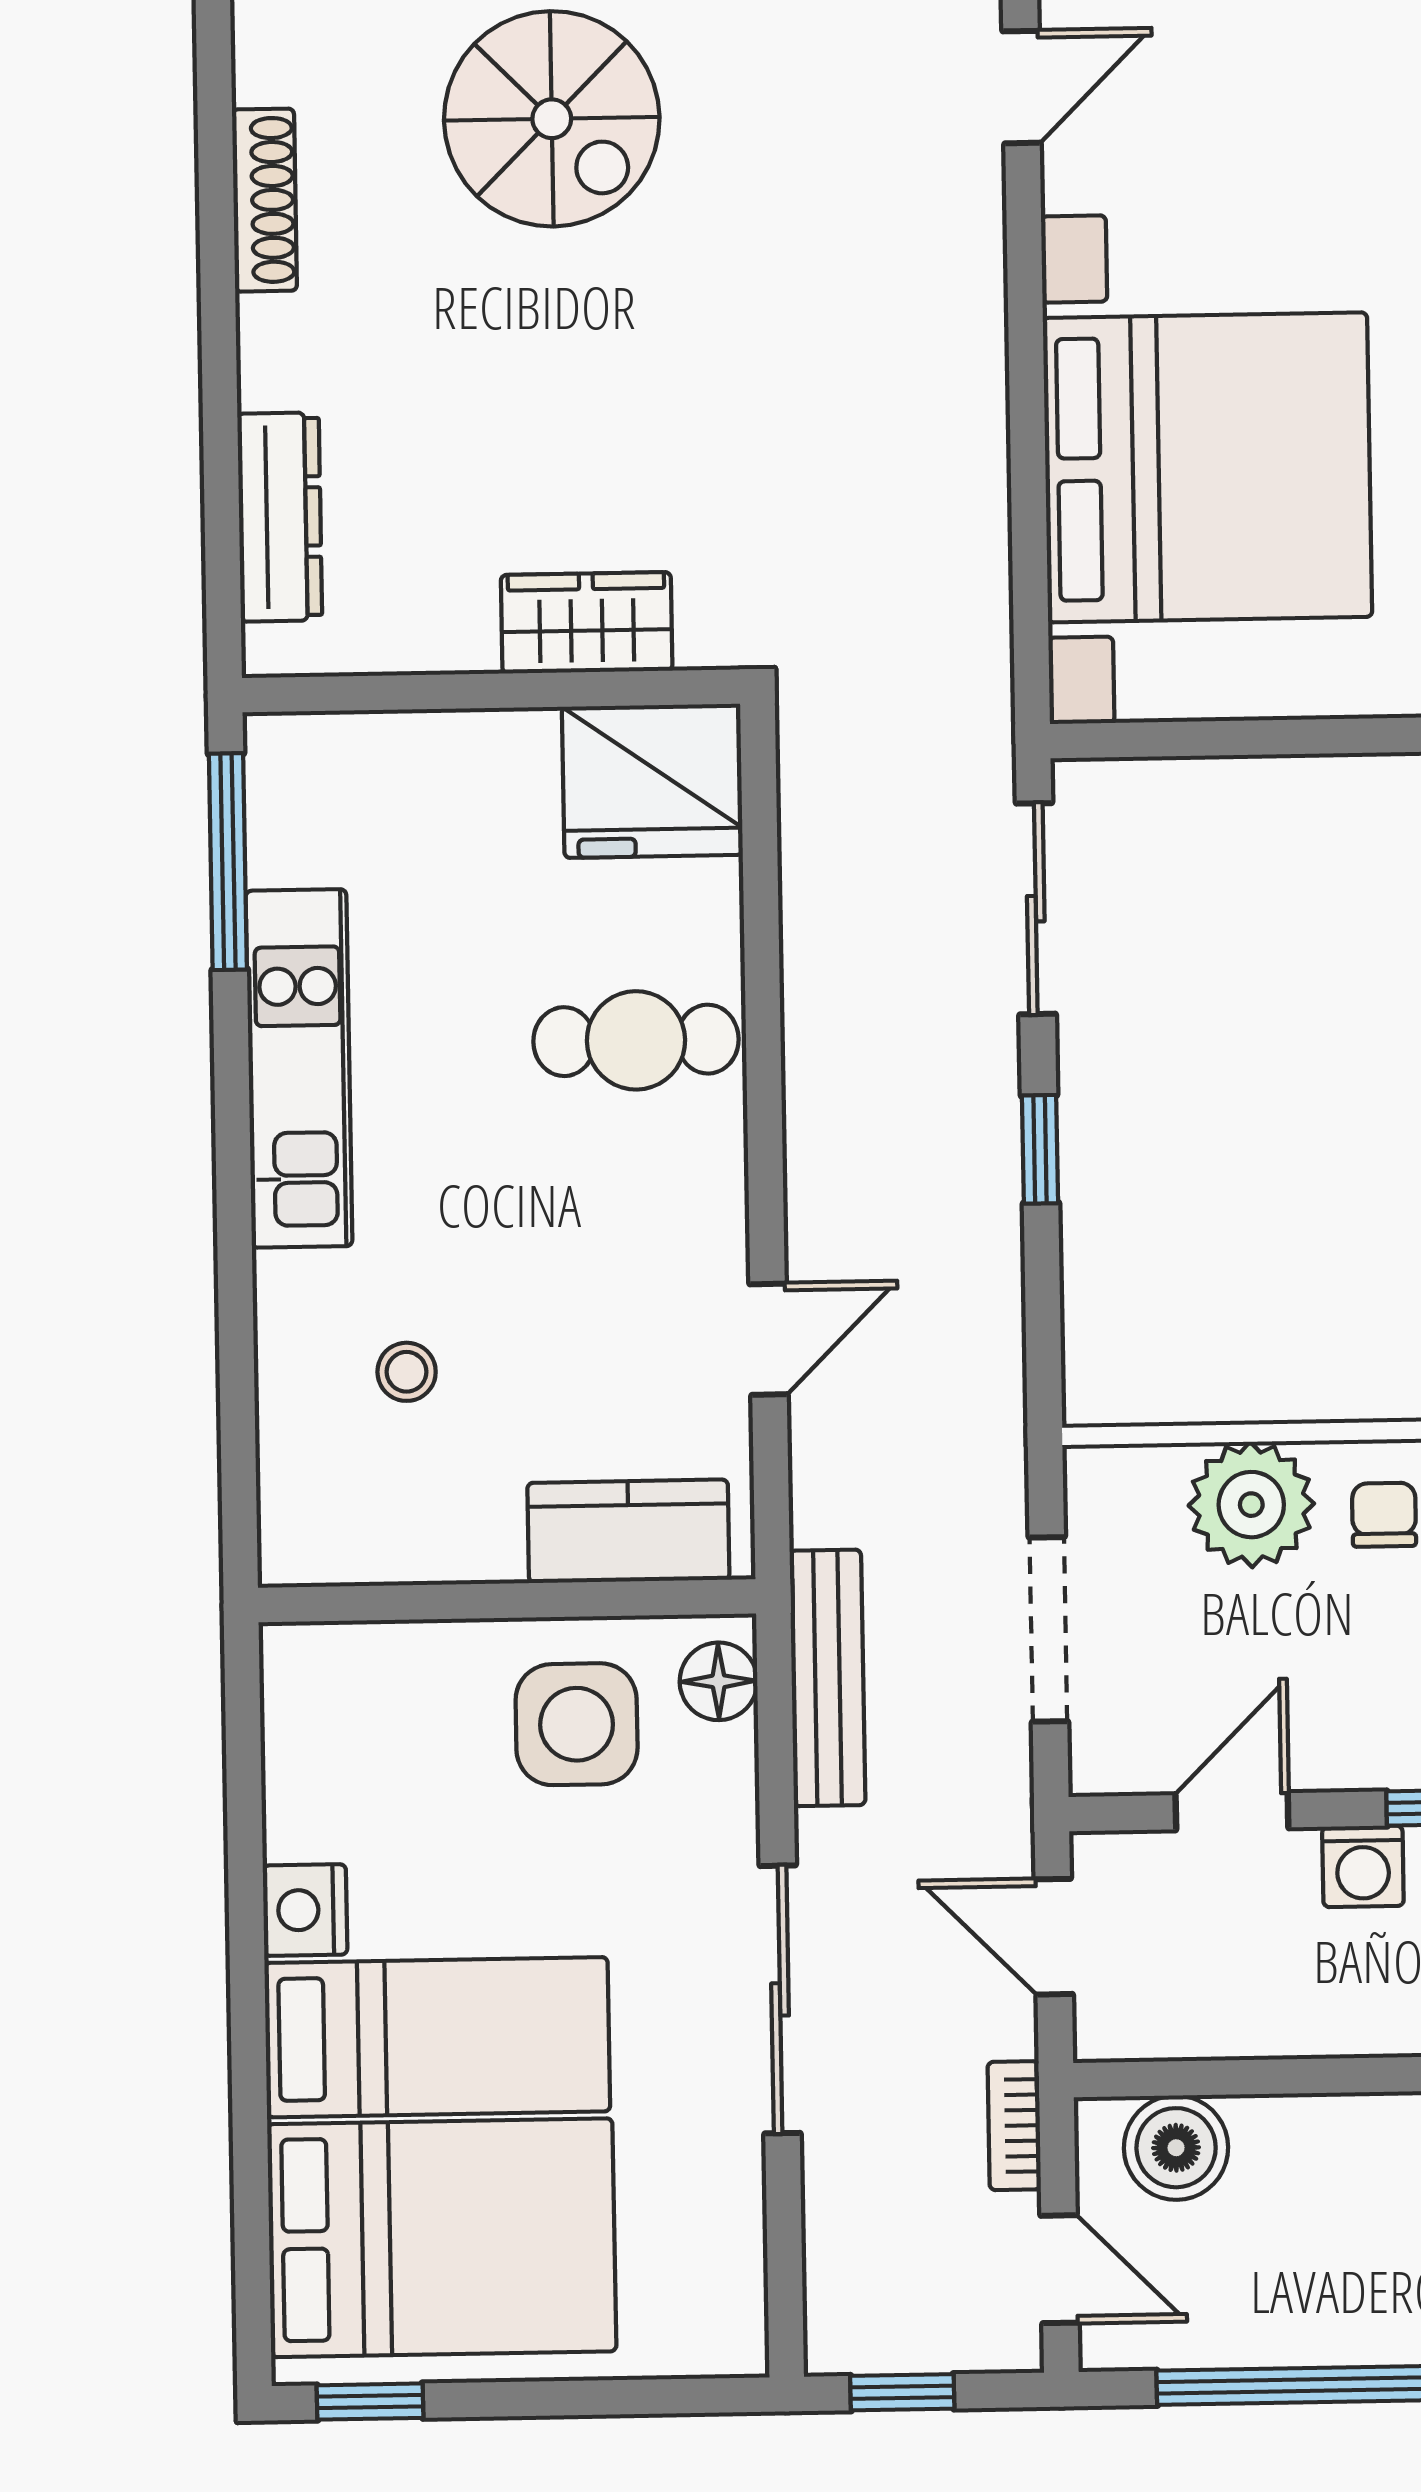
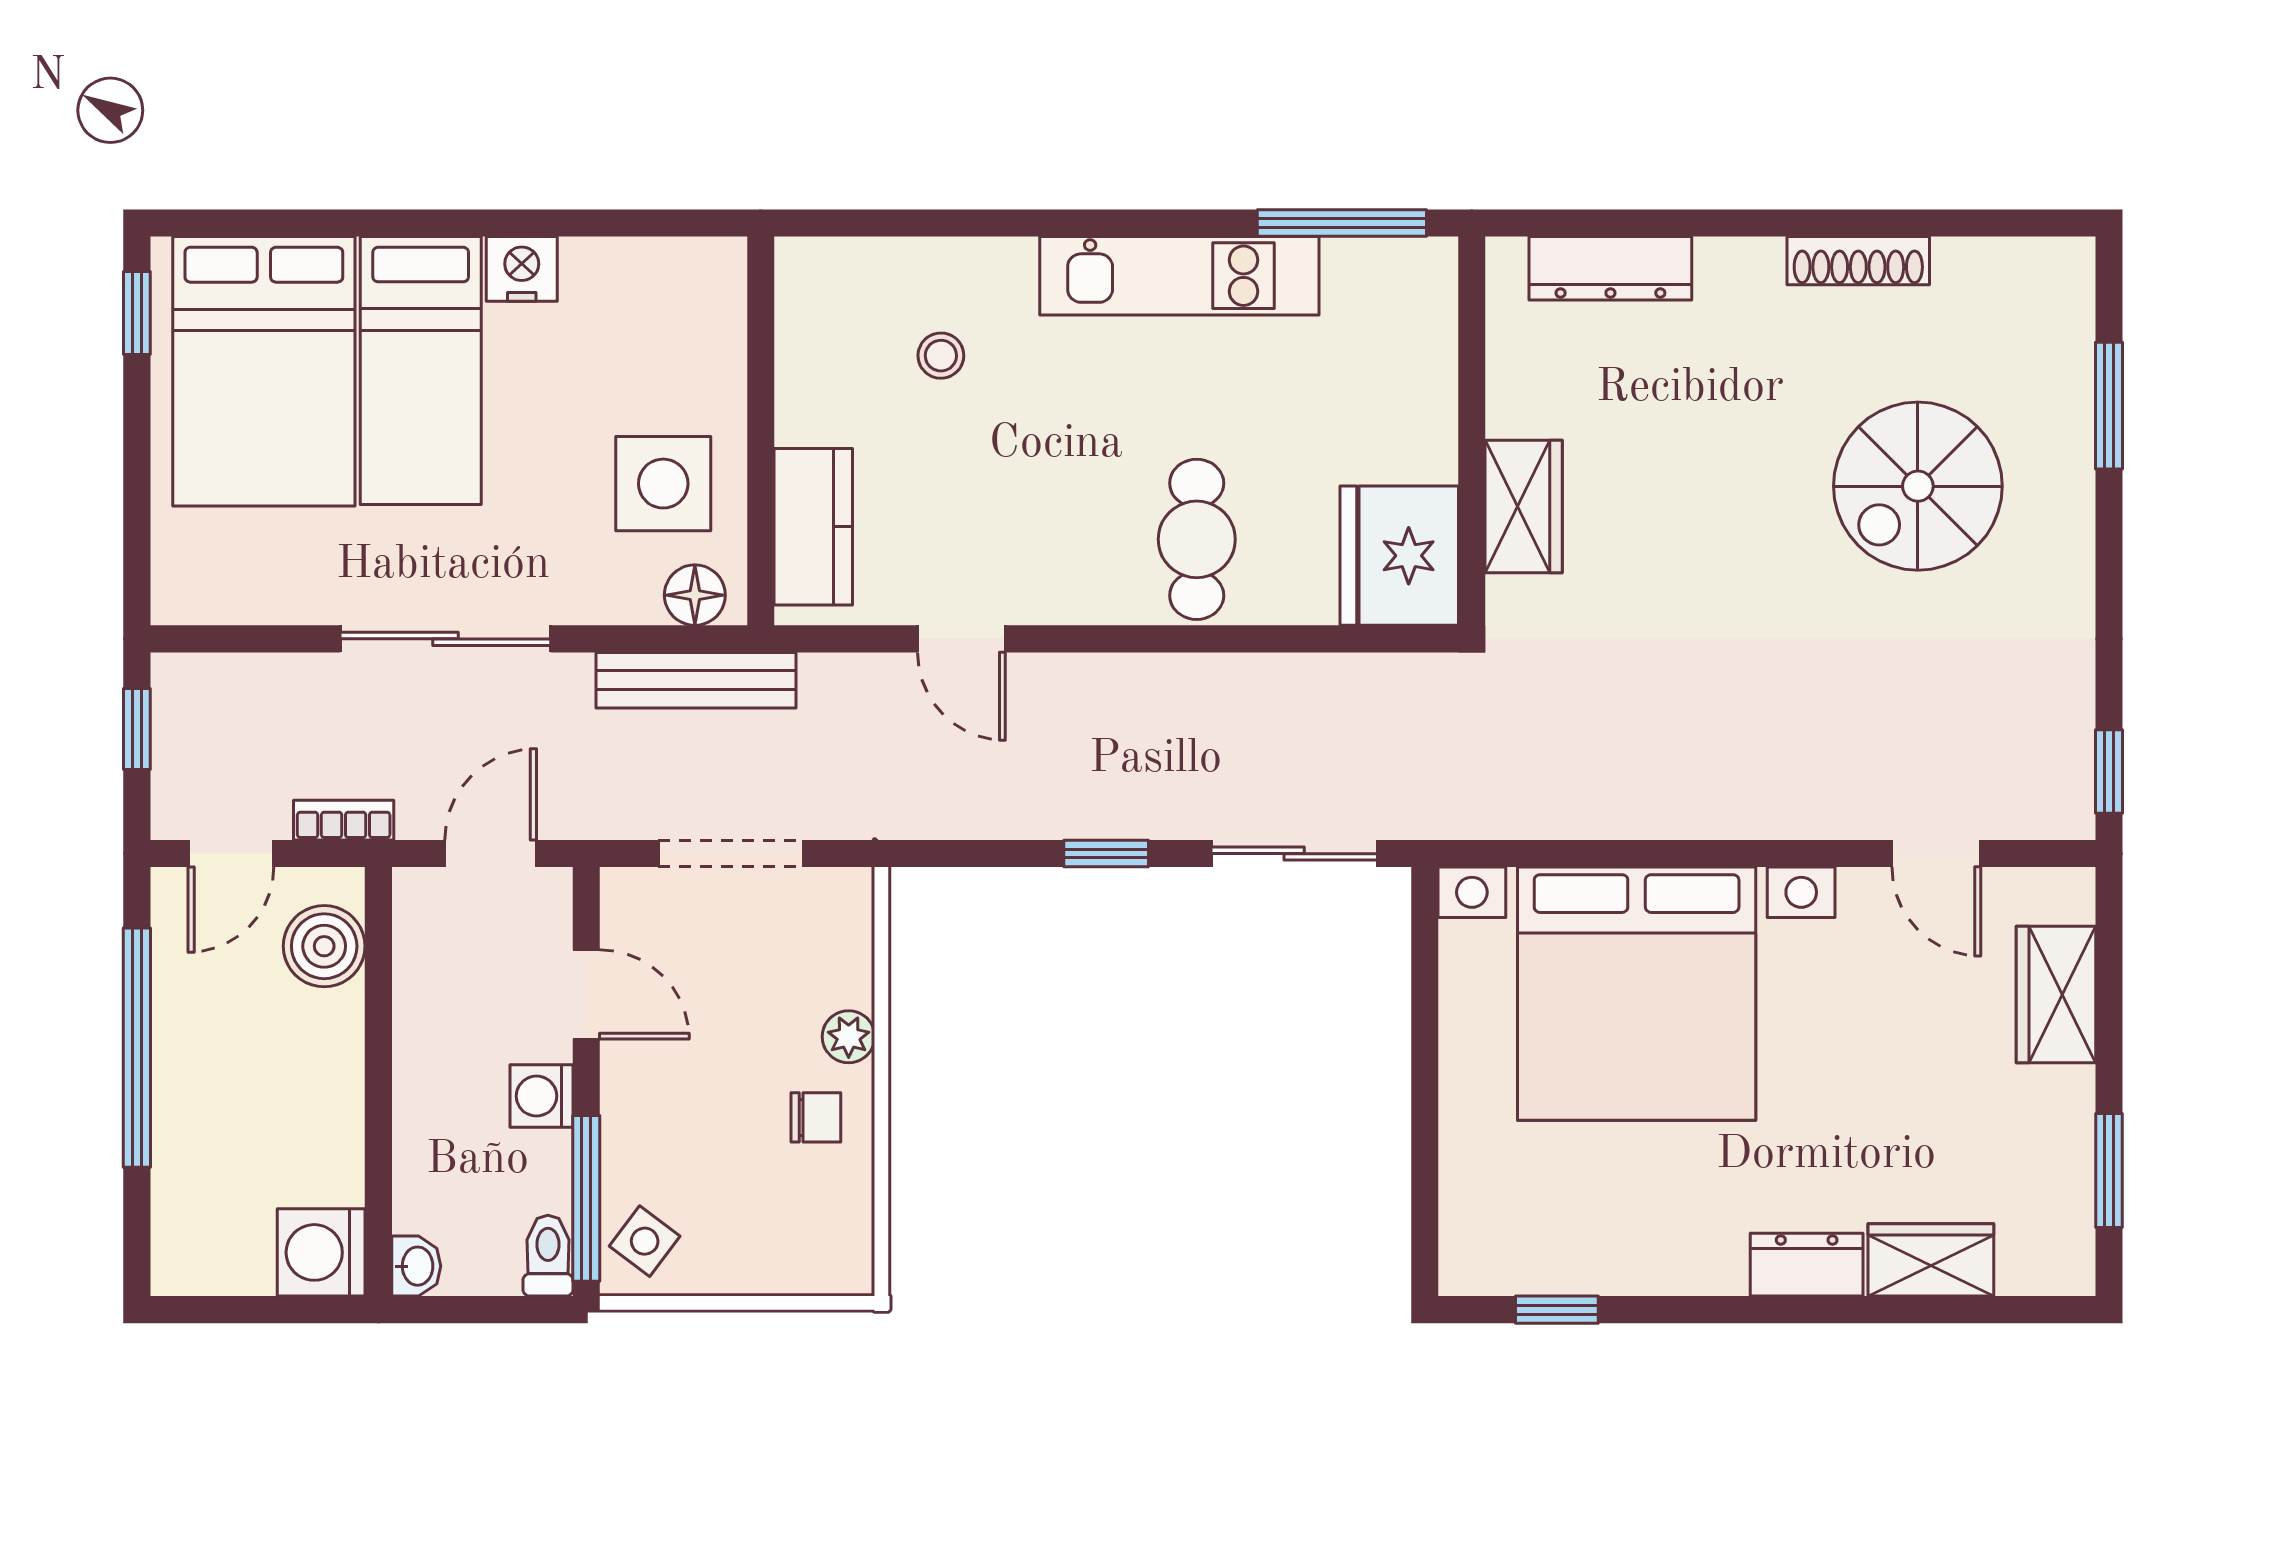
plant: (1251, 1505) -> (849, 1037), width x0.53, depth x0.53

